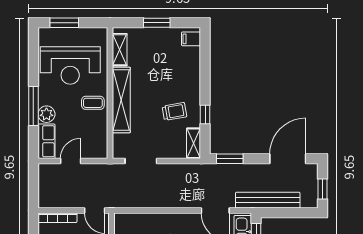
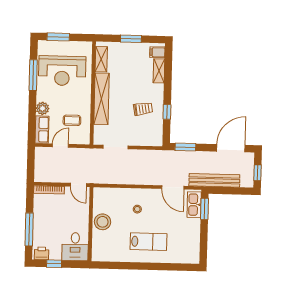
coffee table: (93, 103) -> (72, 120), moved
window: (33, 106) -> (33, 75), moved
shelving: (194, 143) -> (159, 71), moved

